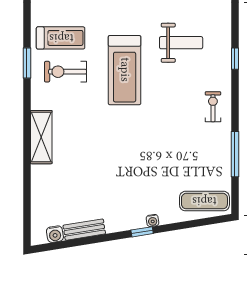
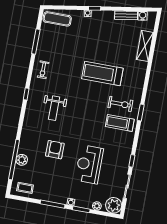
weight bench: (181, 43) -> (54, 108), turned -90
treadmill: (125, 70) -> (102, 73), moved, turned -90
shelving: (41, 137) -> (145, 46), moved

